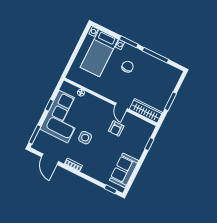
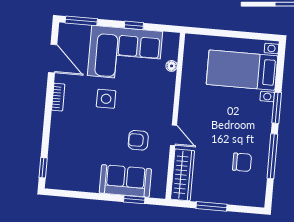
chair: (128, 67) -> (242, 162), moved
door: (121, 107) -> (174, 135), swing flipped
door: (50, 159) -> (53, 59), swing flipped
sofa: (124, 170) -> (125, 181), moved

